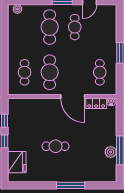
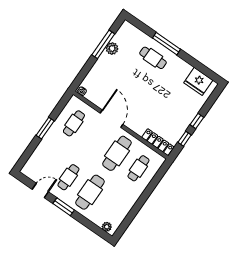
locker: (96, 103) -> (158, 142), moved, width x1.53
cafe table: (56, 146) -> (153, 58), moved
fridge: (17, 162) -> (198, 81), moved, turned -90

